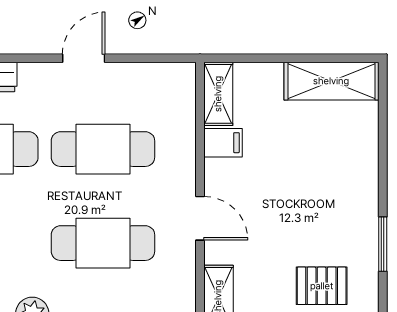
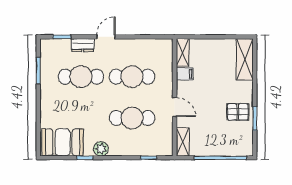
door: (84, 58) -> (106, 37), moved
shelving: (331, 81) -> (245, 59), moved, turned 90
pallet: (322, 286) -> (238, 112), moved

